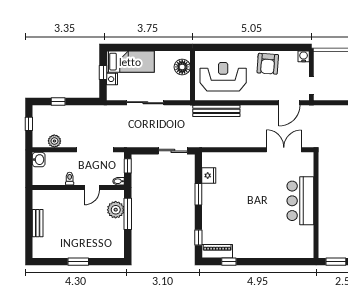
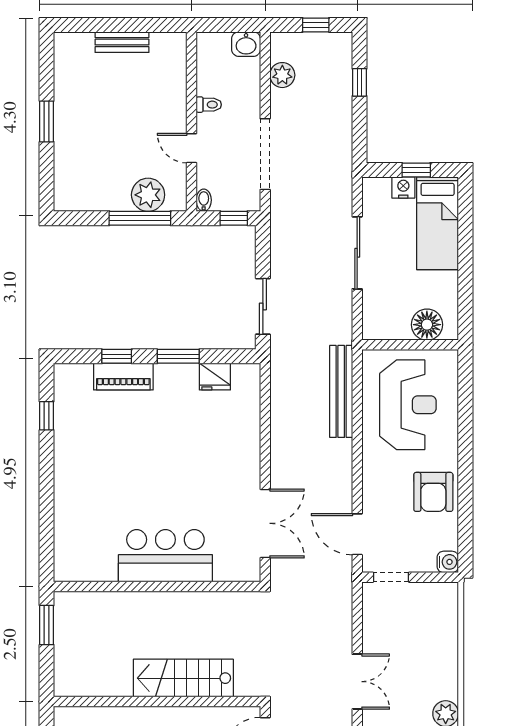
armchair: (268, 64) -> (433, 492), turned -94
window: (198, 238) -> (117, 356), moved
piano: (217, 251) -> (123, 377), moved, turned 90

